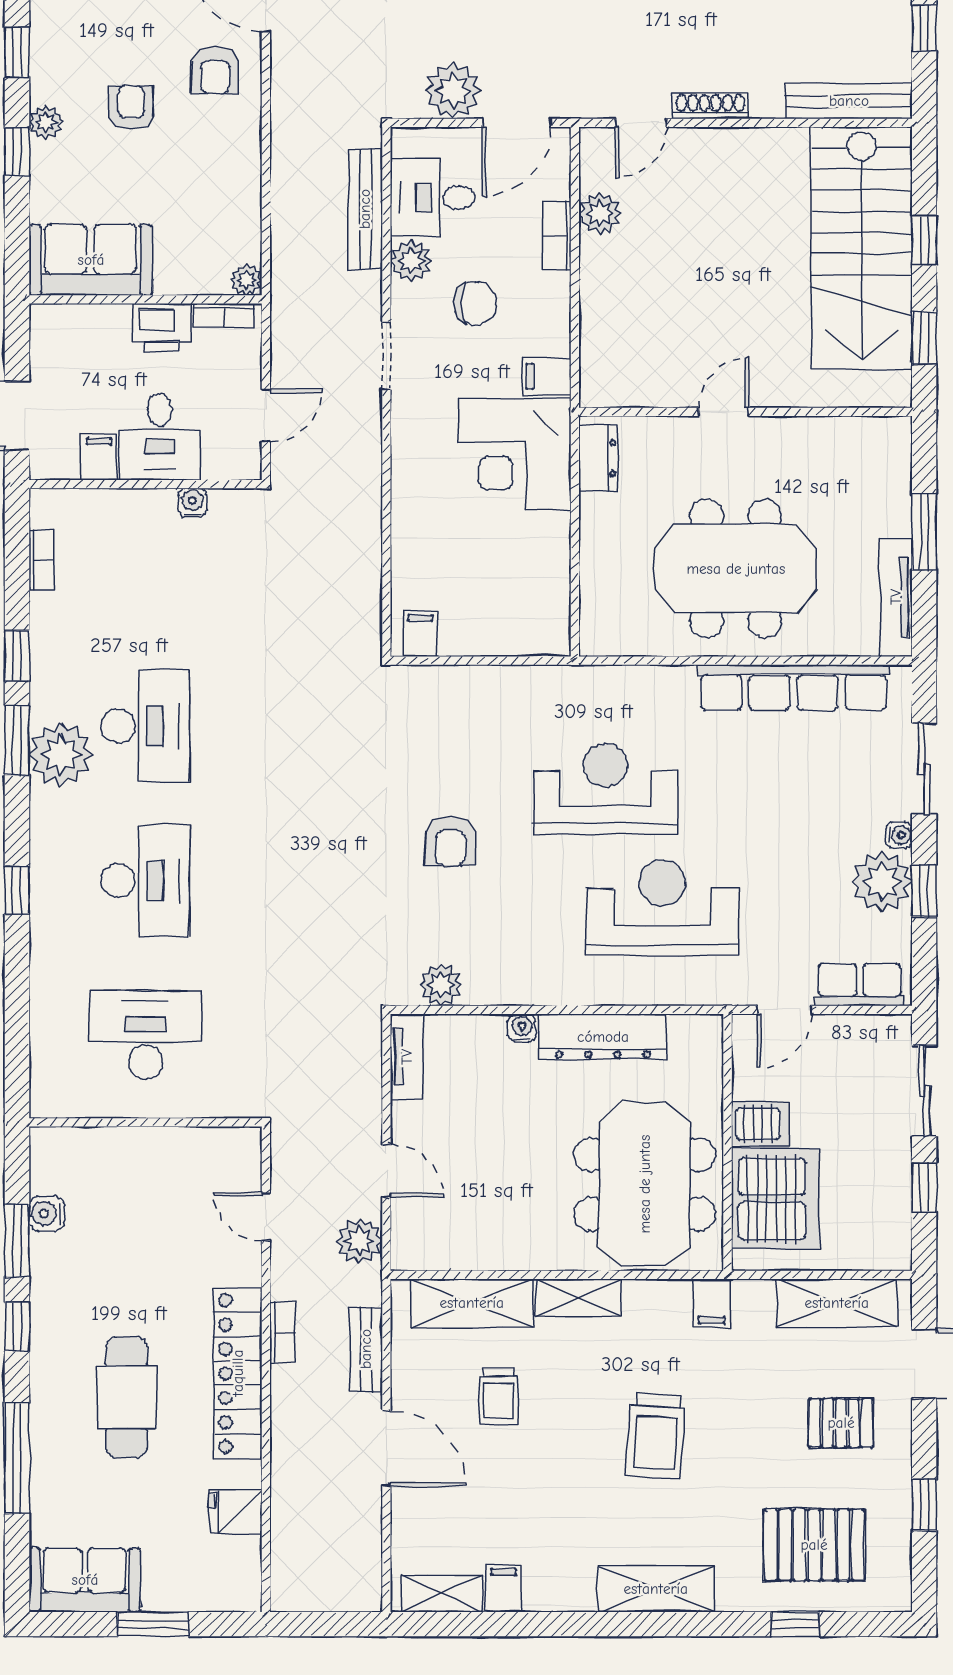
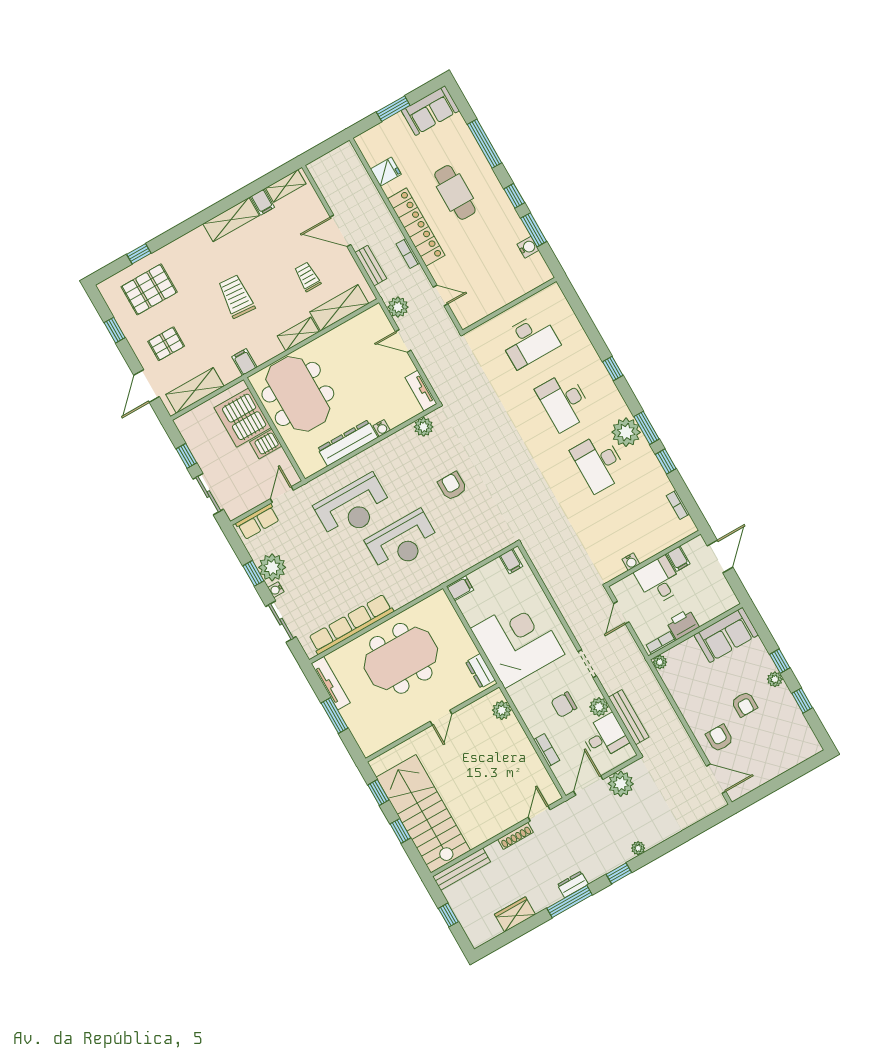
plant: (600, 213) -> (502, 710), moved
filing cabinet: (547, 376) -> (460, 588), moved
corner desk: (515, 454) -> (518, 641), width x1.36, depth x1.36
shelving: (656, 1589) -> (231, 220), moved

